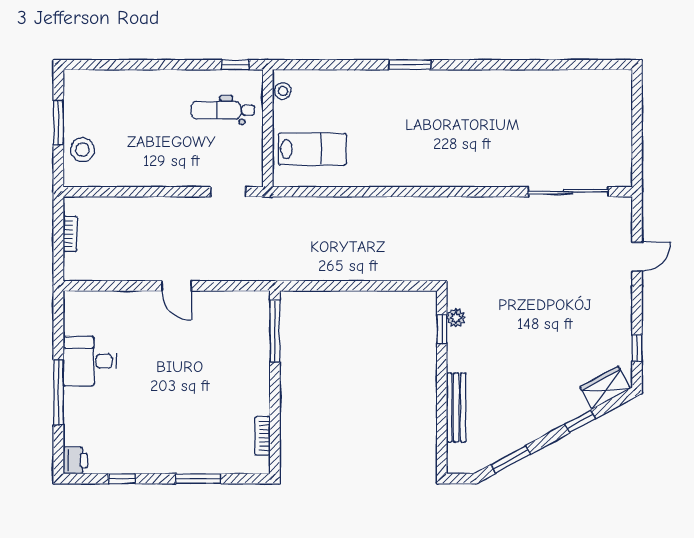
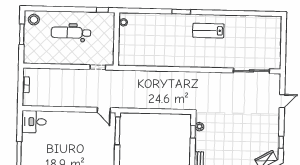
dental chair: (223, 110) -> (71, 33), moved, width x1.36, depth x1.38
lab bench: (312, 149) -> (208, 31), moved, turned 180
stool: (82, 150) -> (34, 20), moved
door: (177, 286) -> (104, 110), moved
desk: (90, 361) -> (34, 122), moved

